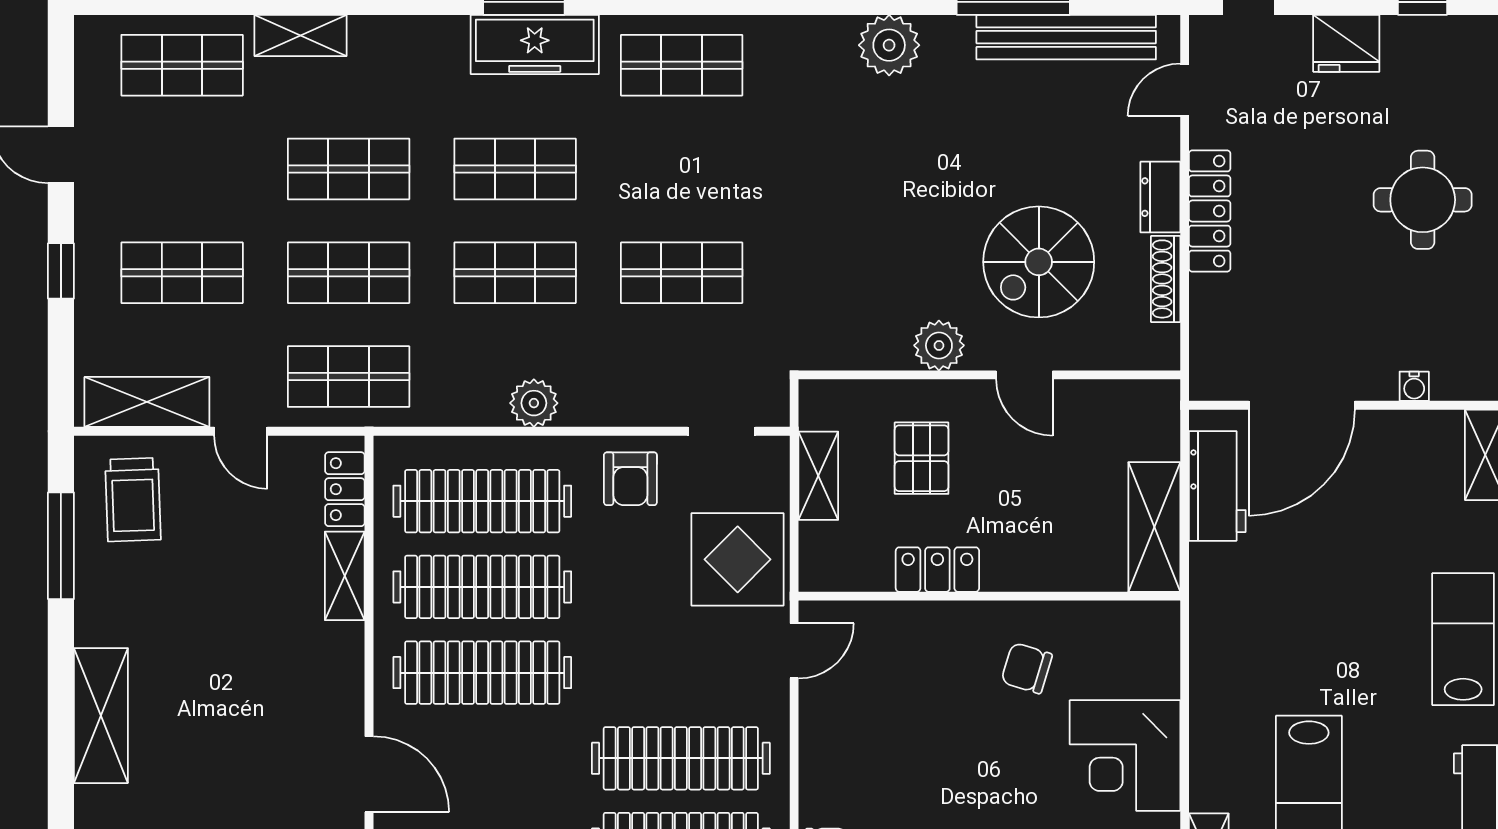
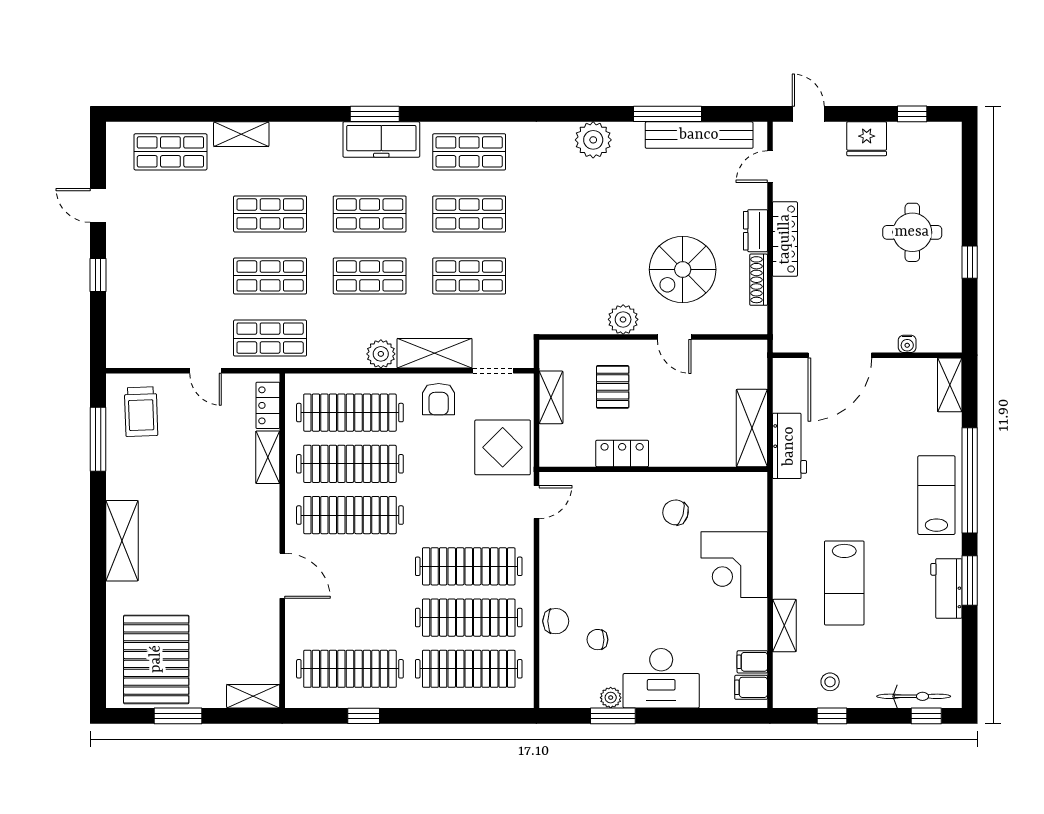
shop shelf: (182, 273) -> (469, 214), moved
shelving: (147, 402) -> (435, 353), moved
workbench: (1217, 486) -> (789, 446), moved

